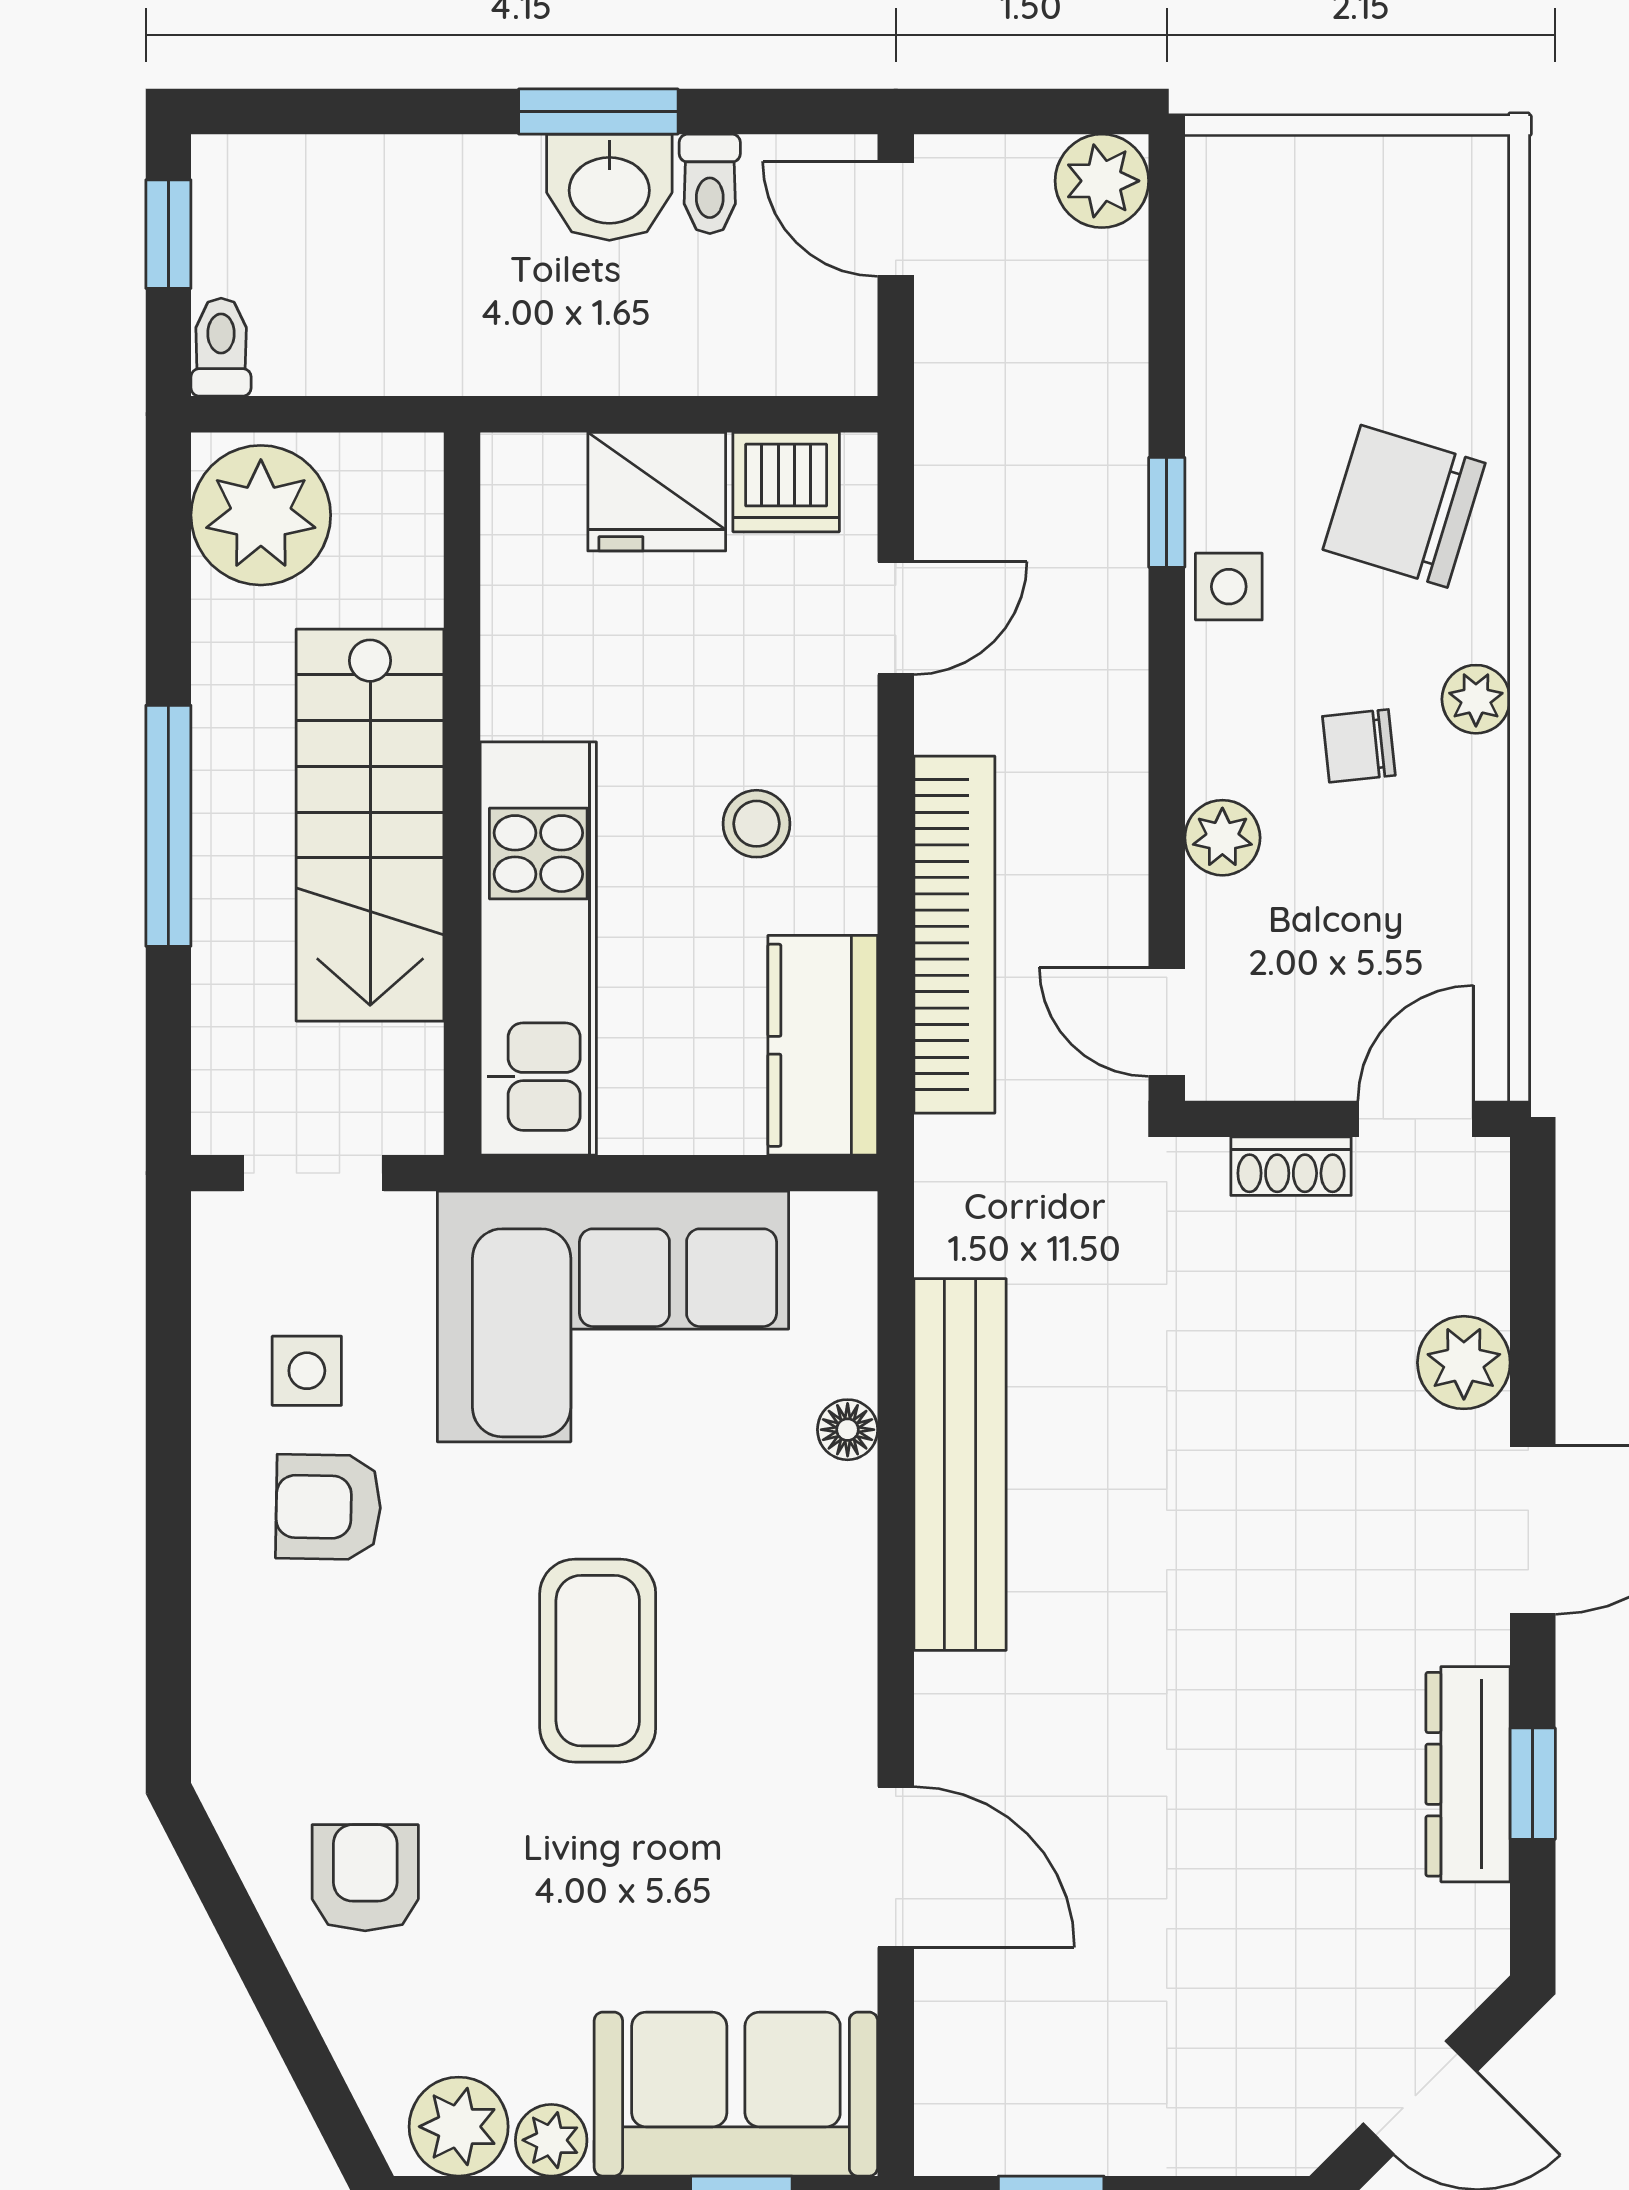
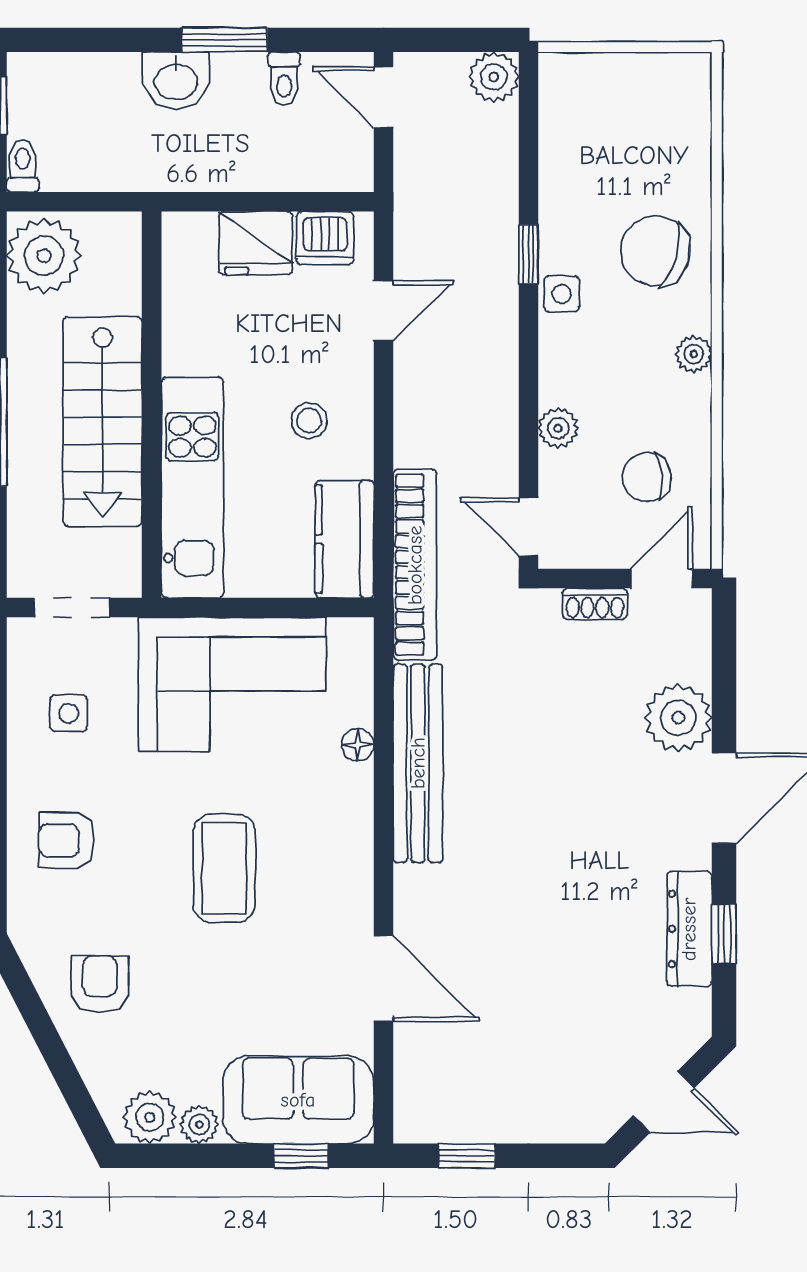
washbasin: (609, 187) -> (176, 80), moved
chair: (1359, 746) -> (647, 477), moved, width x1.37, depth x1.37
bookcase: (954, 935) -> (415, 565), moved
plant: (1464, 1363) -> (678, 718), width x1.36, depth x1.36
armchair: (328, 1507) -> (67, 841), moved

